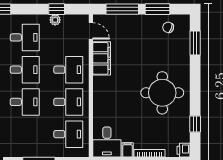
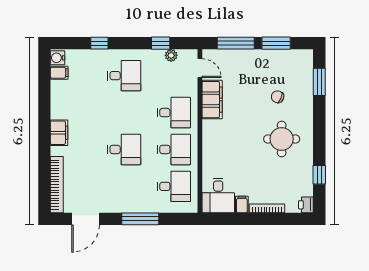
plant: (55, 20) -> (171, 55), moved
chair: (168, 27) -> (278, 97), moved
desk: (25, 70) -> (124, 113), removed
round table: (162, 93) -> (282, 139), width x0.73, depth x0.73

